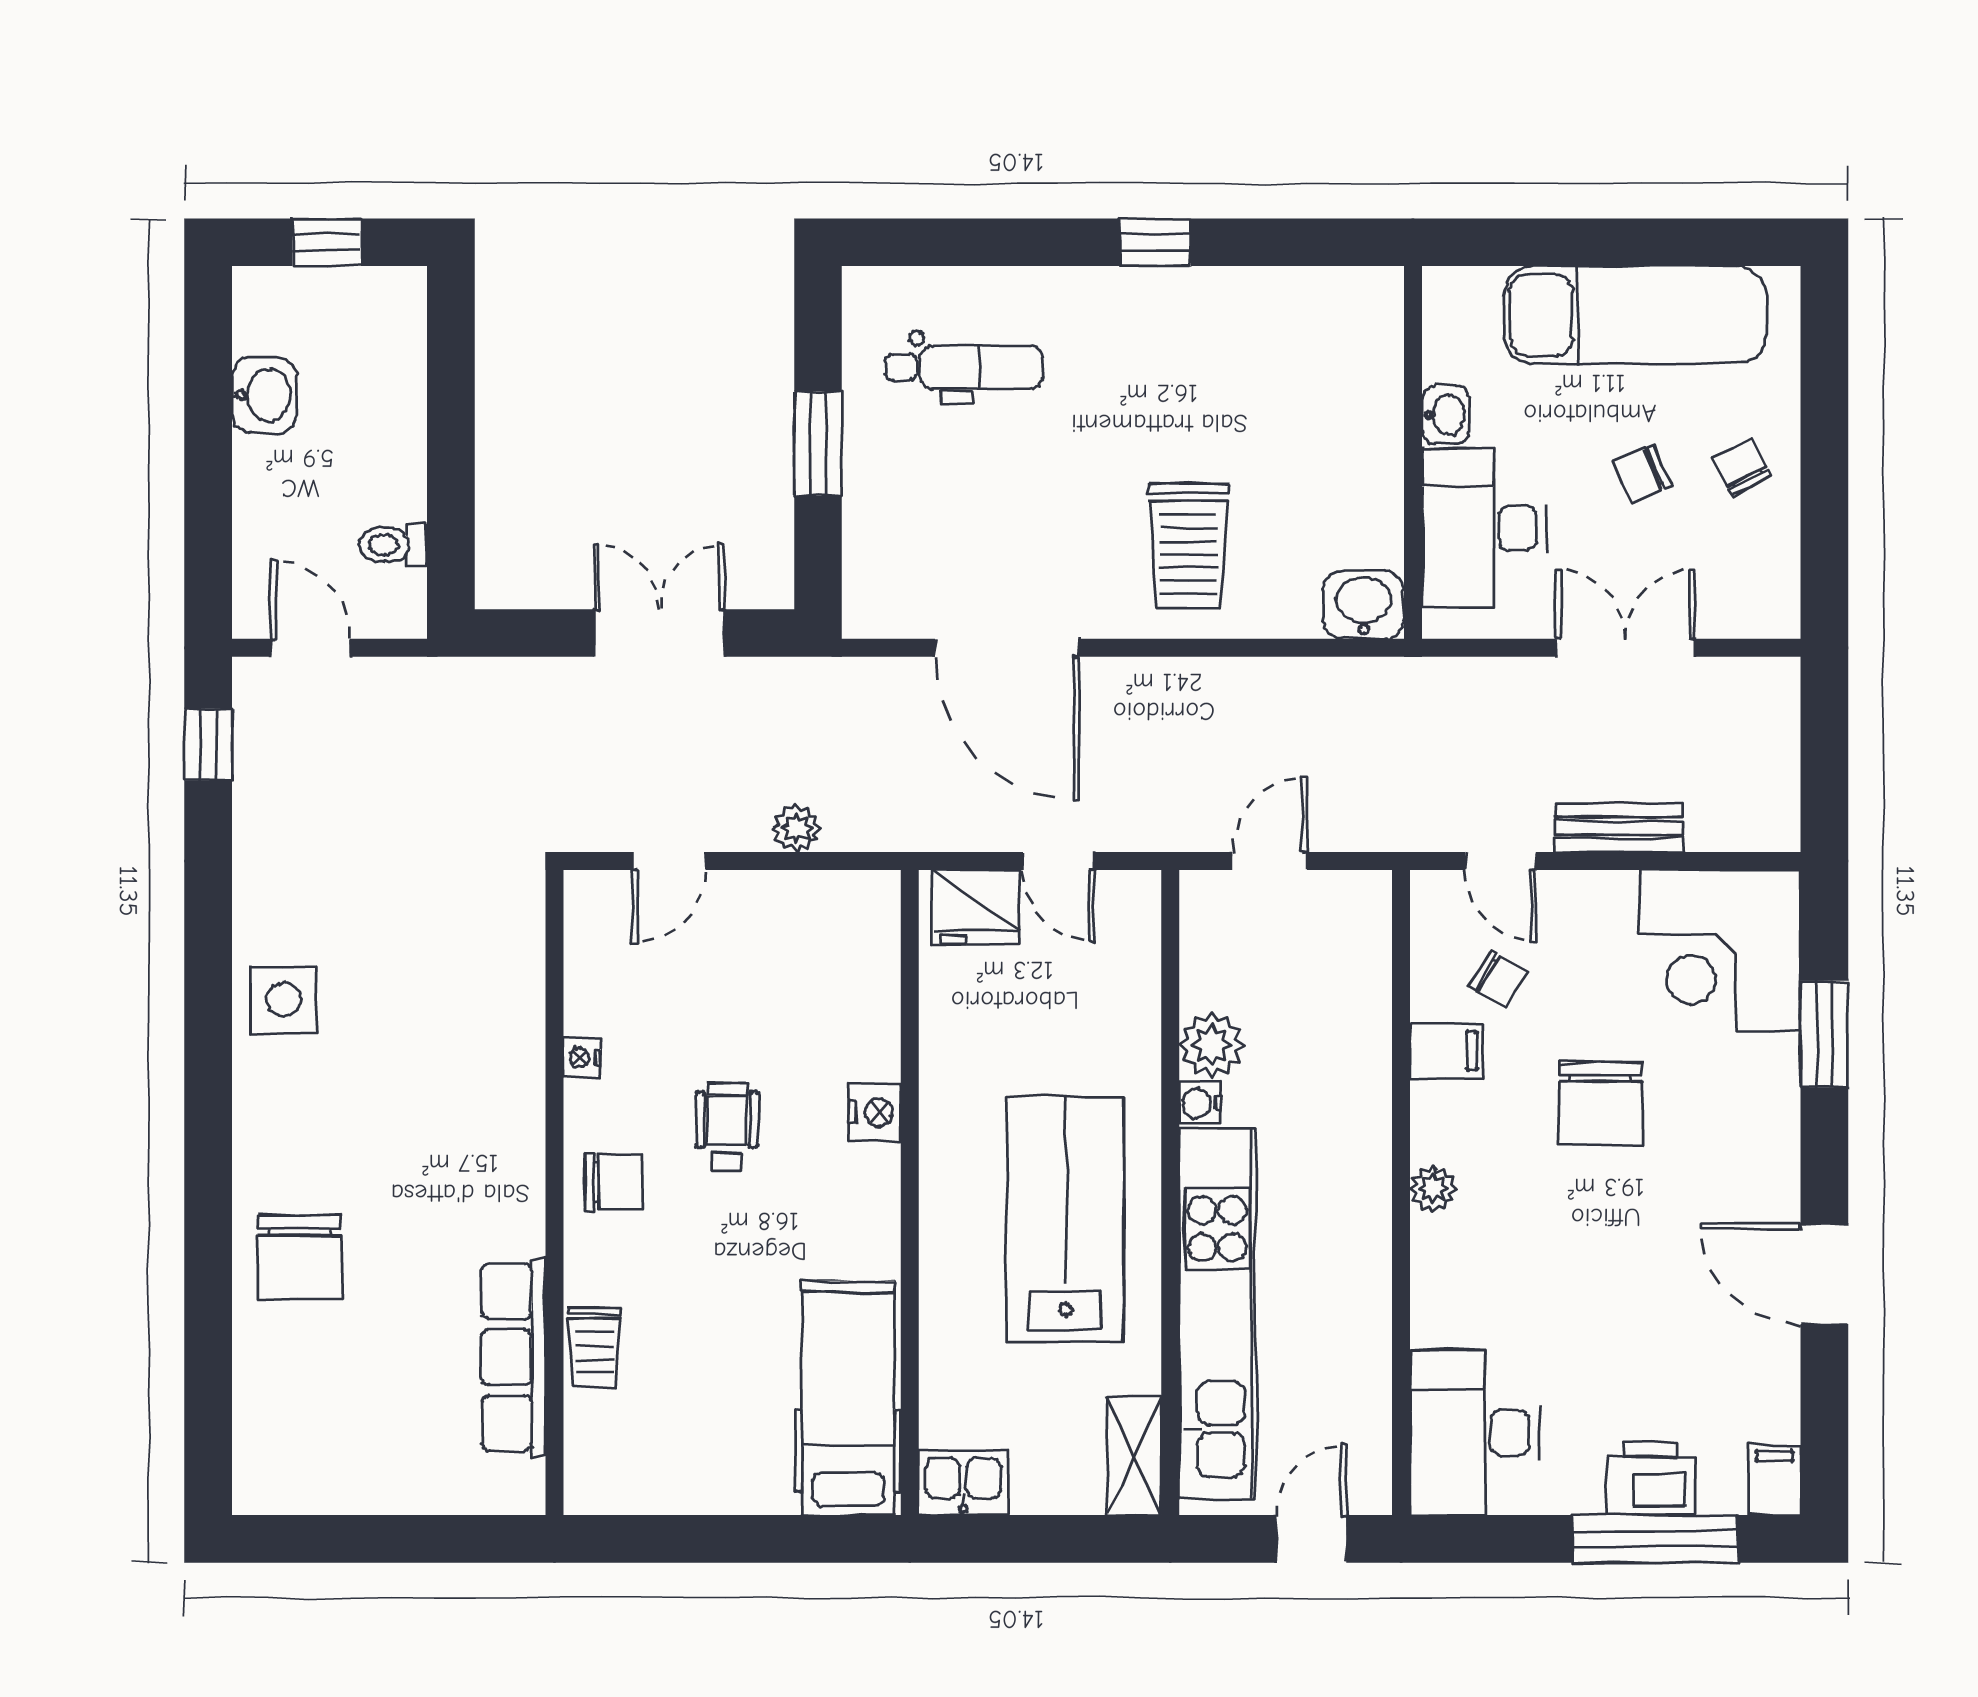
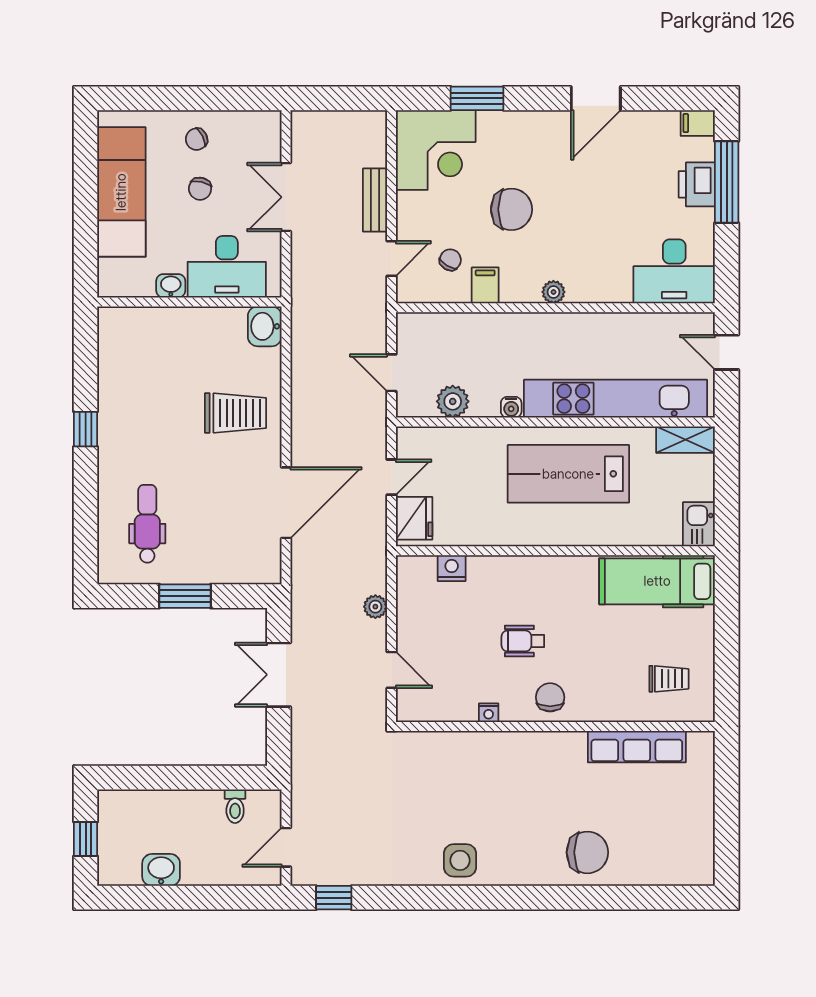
chair: (1642, 474) -> (200, 189), turned 36
plant: (1212, 1045) -> (453, 401), moved
nightstand: (875, 1112) -> (452, 568), moved
trolley: (594, 1347) -> (669, 679), moved

